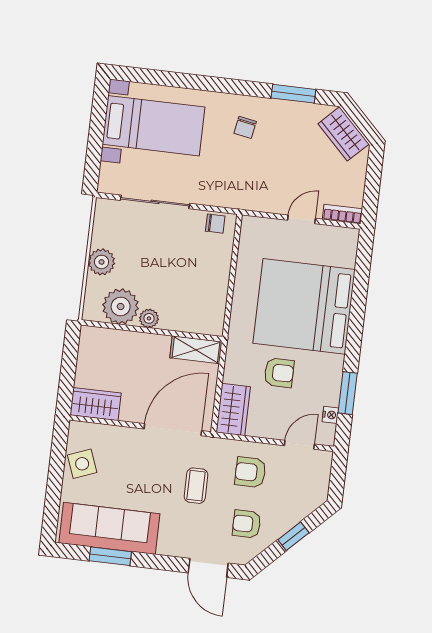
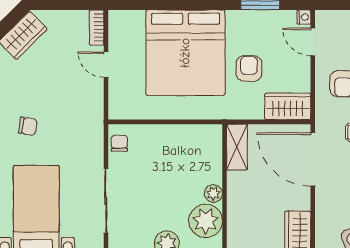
nightstand: (330, 415) -> (304, 17), moved, turned 90

